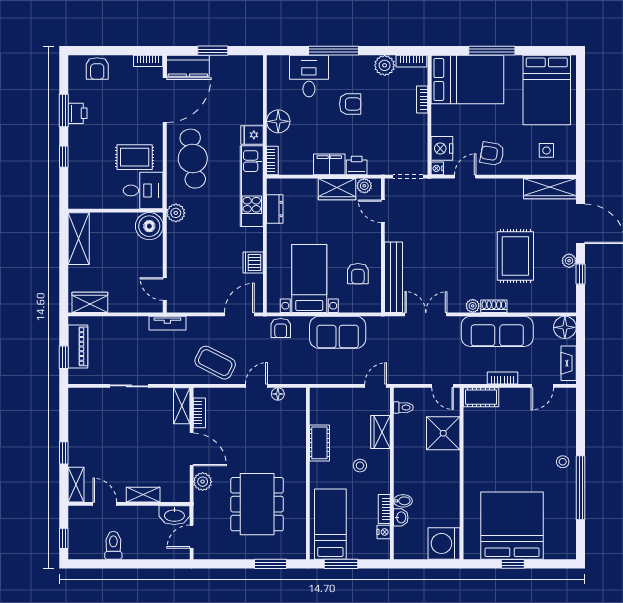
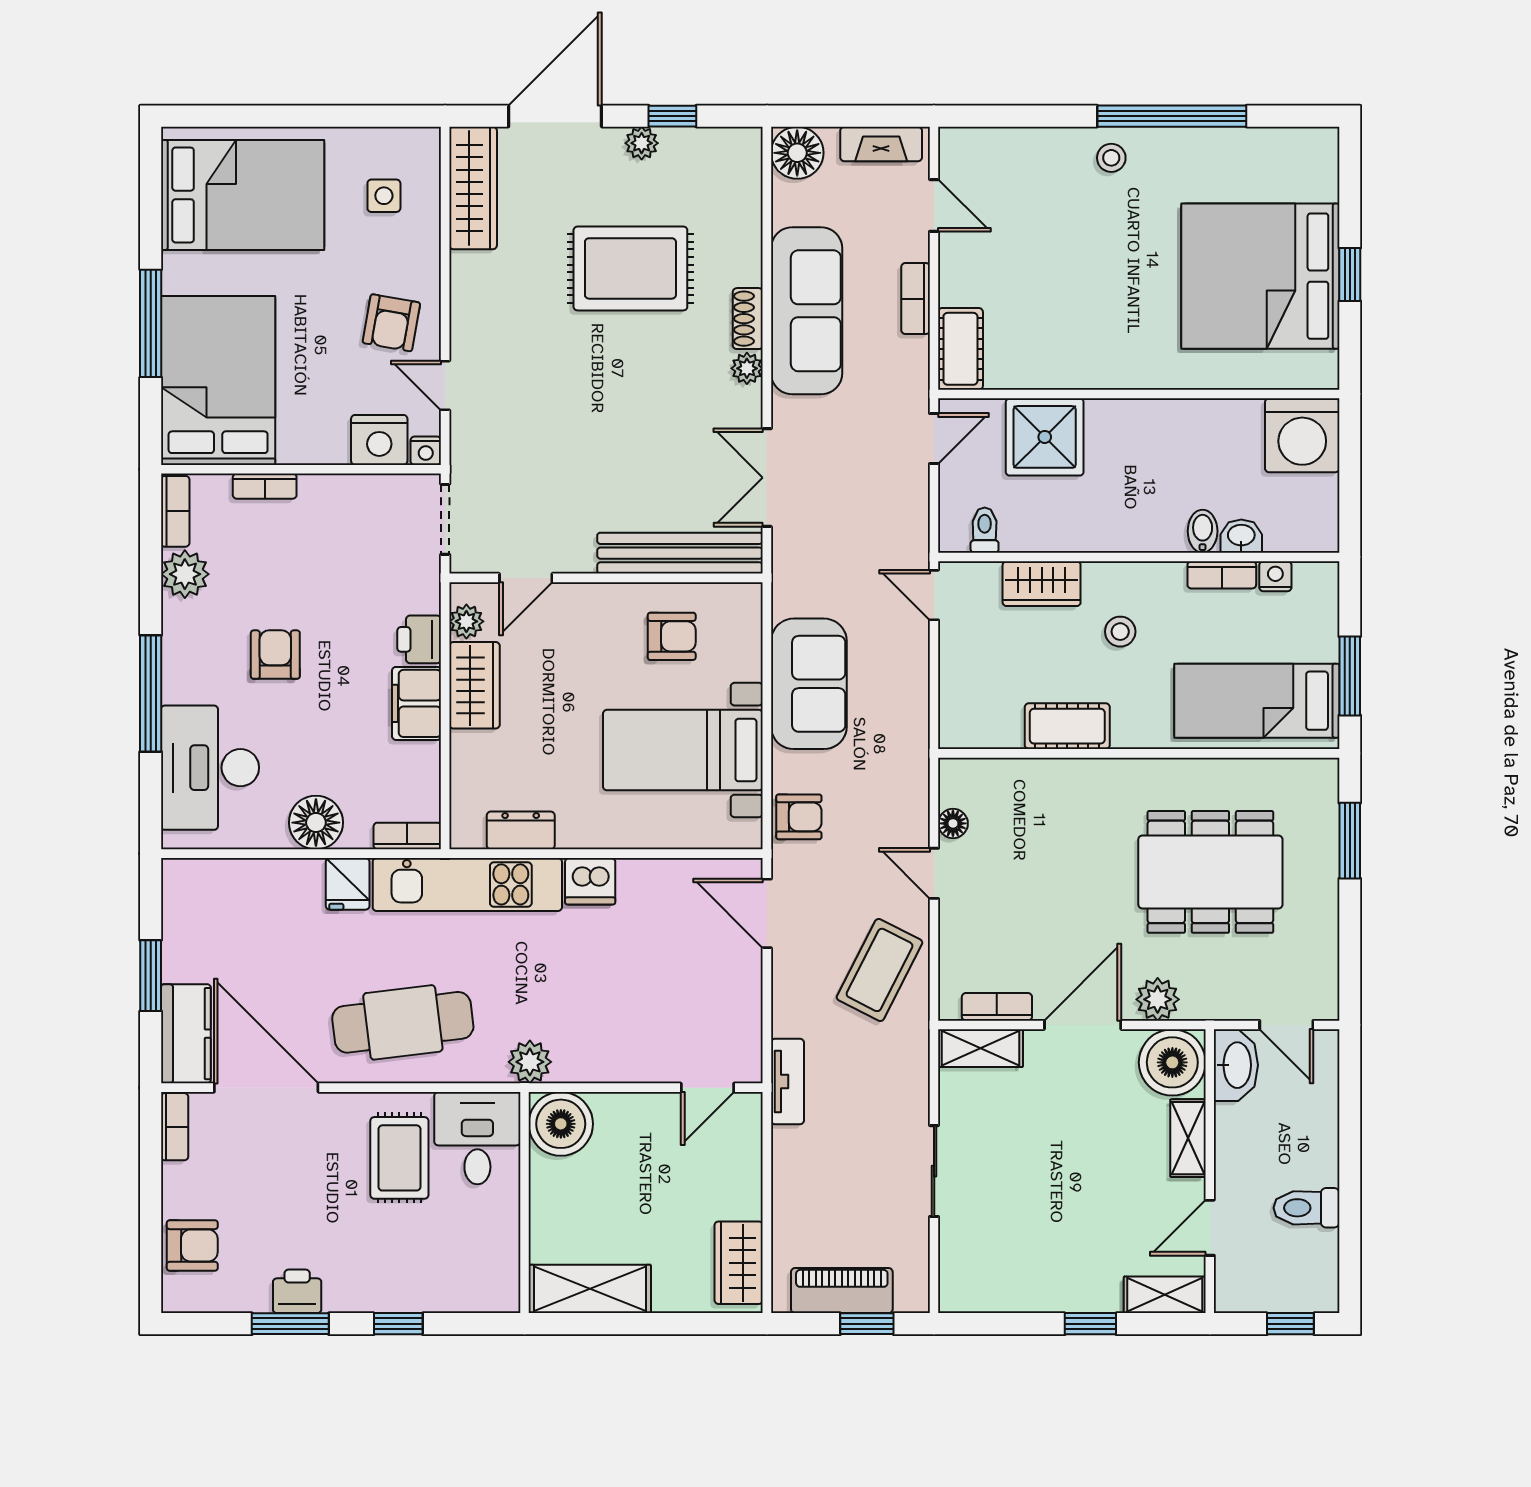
desk: (309, 76) -> (210, 768), width x1.37
dishwasher: (253, 262) -> (590, 881), moved
boiler: (176, 488) -> (1172, 1062), added

